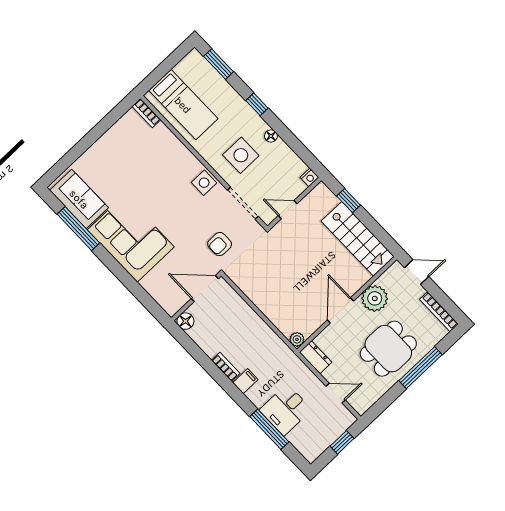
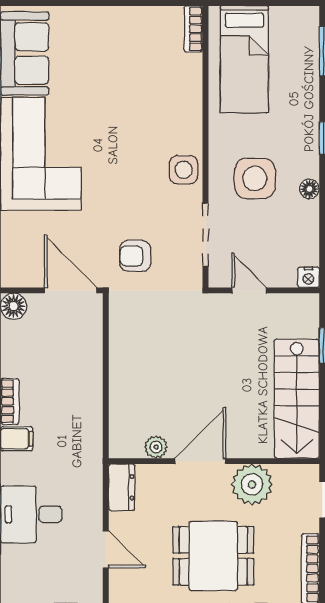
plant: (297, 339) -> (156, 447), moved

